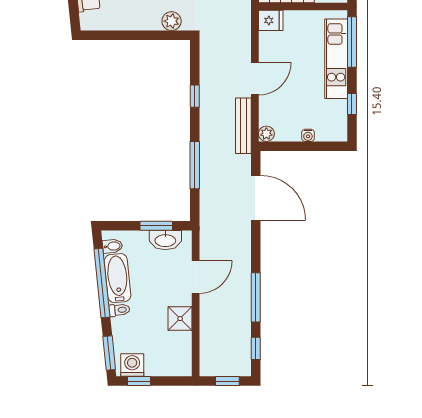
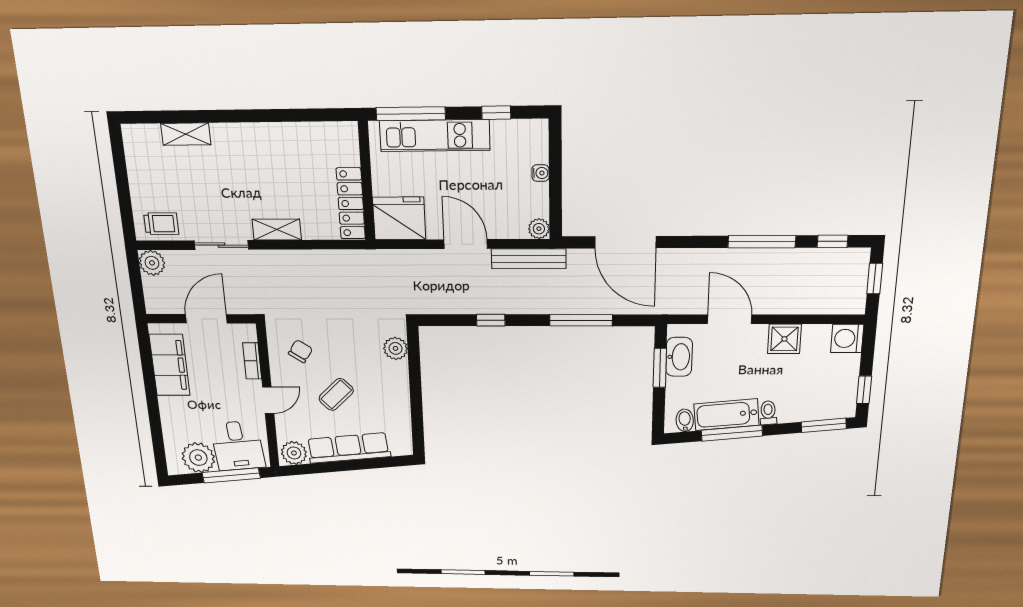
fridge: (271, 20) -> (399, 218), width x1.88, depth x1.34
door: (256, 198) -> (625, 242), swing flipped
window: (102, 283) -> (732, 433), width x0.68
washing machine: (132, 365) -> (847, 338), moved

